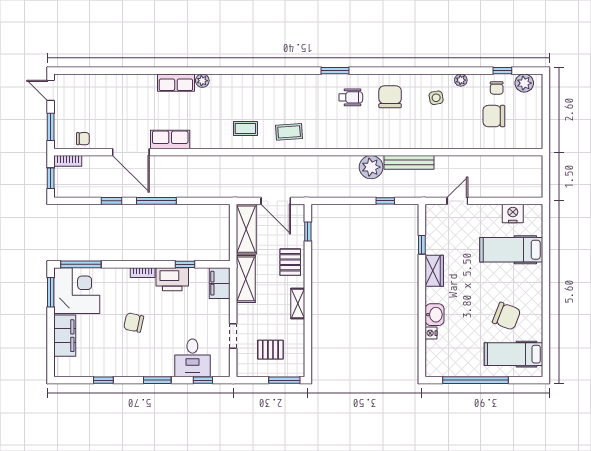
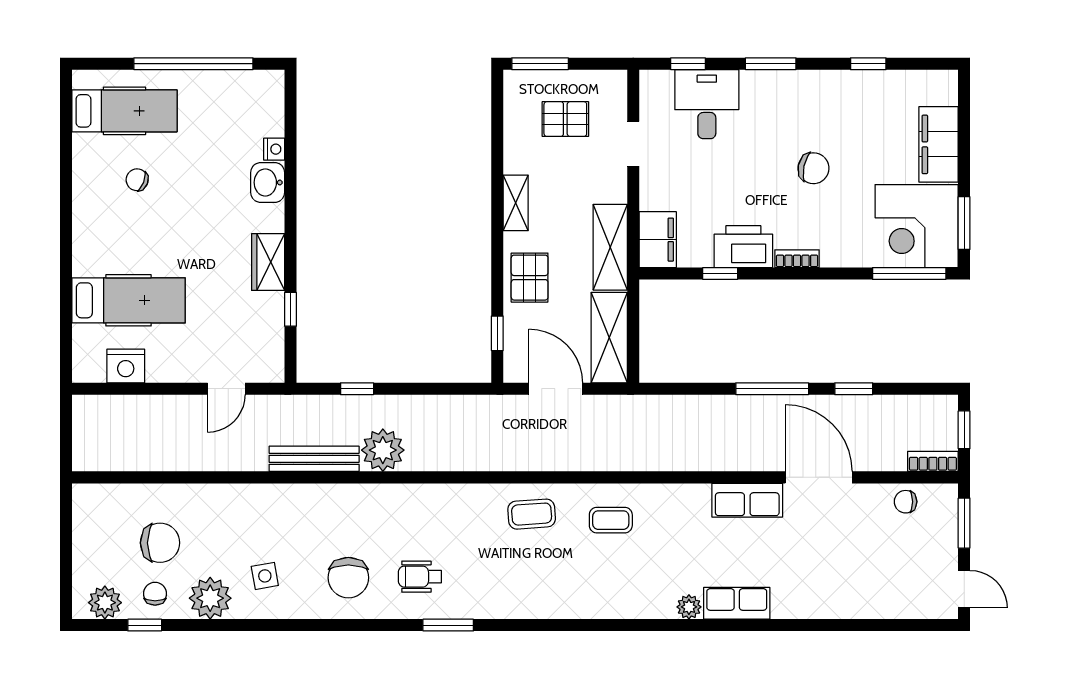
plant: (461, 80) -> (210, 598), width x1.88, depth x1.88
chair: (507, 316) -> (137, 180), width x0.54, depth x0.54

